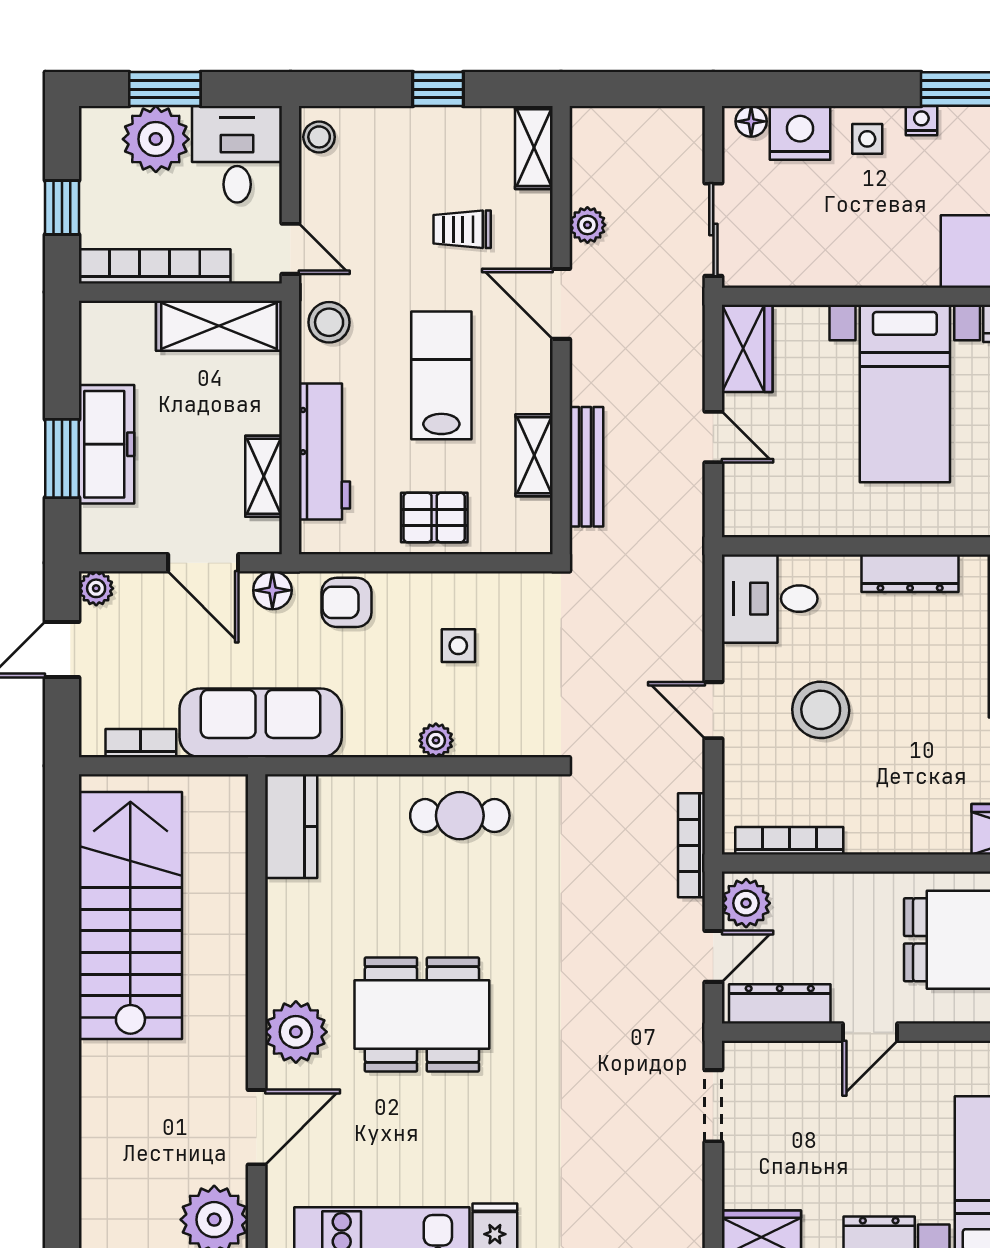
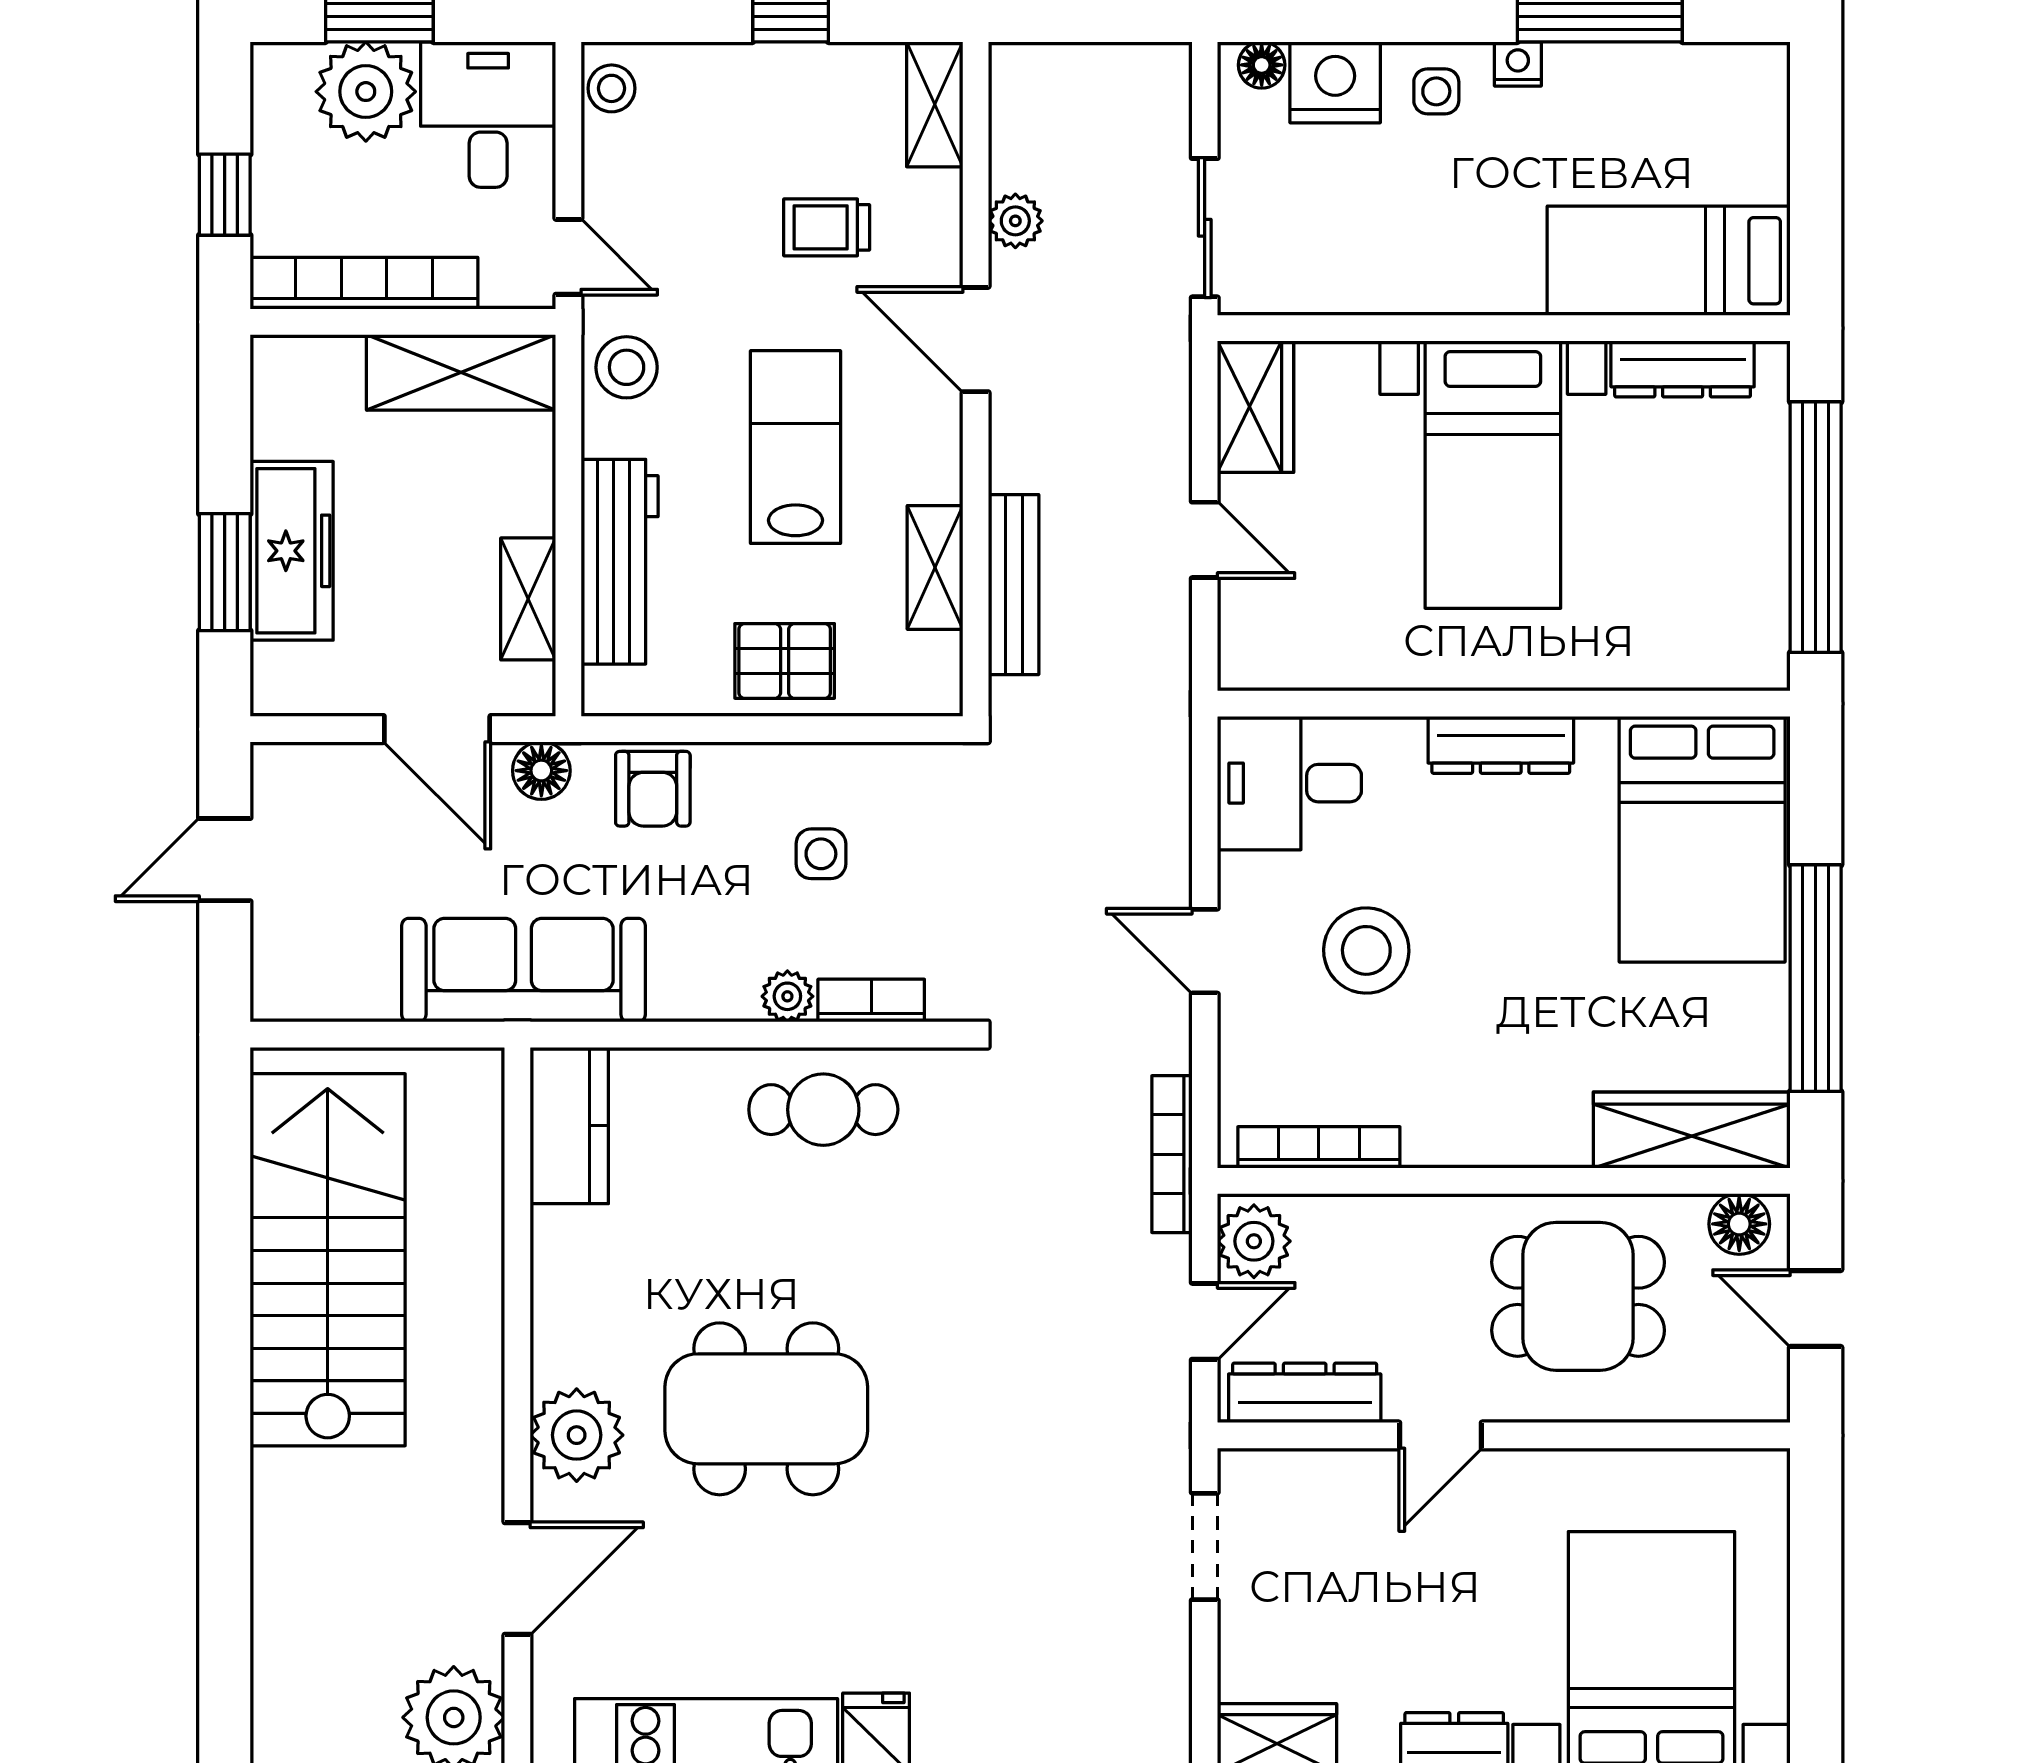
plant: (96, 588) -> (276, 768), removed
armchair: (347, 602) -> (653, 789), turned -90
bookcase: (141, 743) -> (871, 1001), moved

